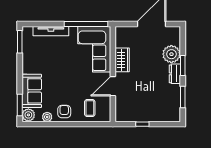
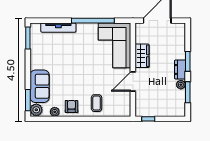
corner sofa: (94, 49) -> (115, 45), moved
plant: (171, 54) -> (181, 85), moved, width x0.53, depth x0.53
wardrobe: (122, 60) -> (142, 56), moved
wall: (113, 74) -> (133, 70), moved
door: (113, 86) -> (133, 82), moved

